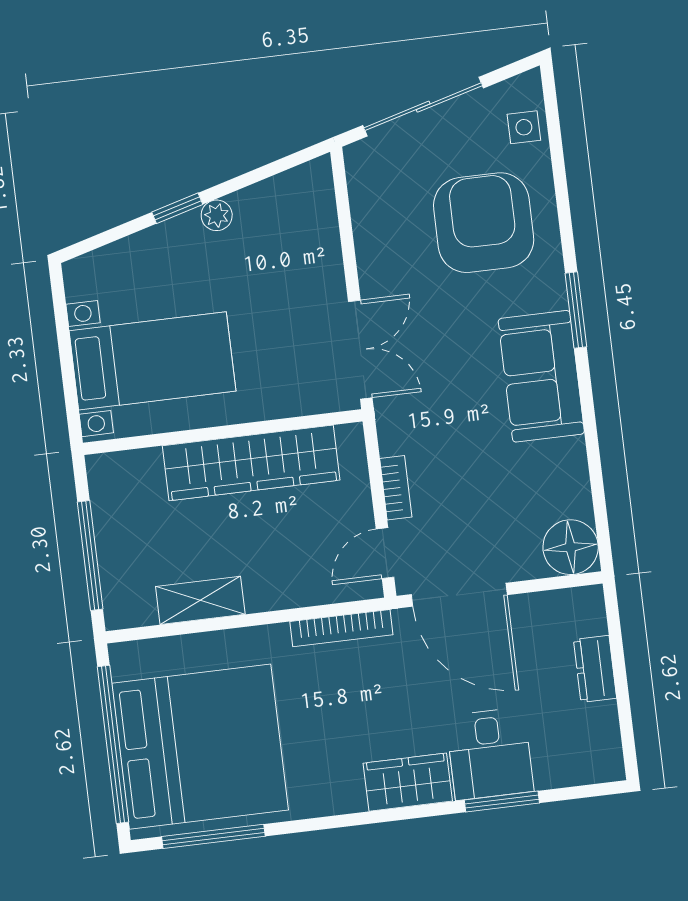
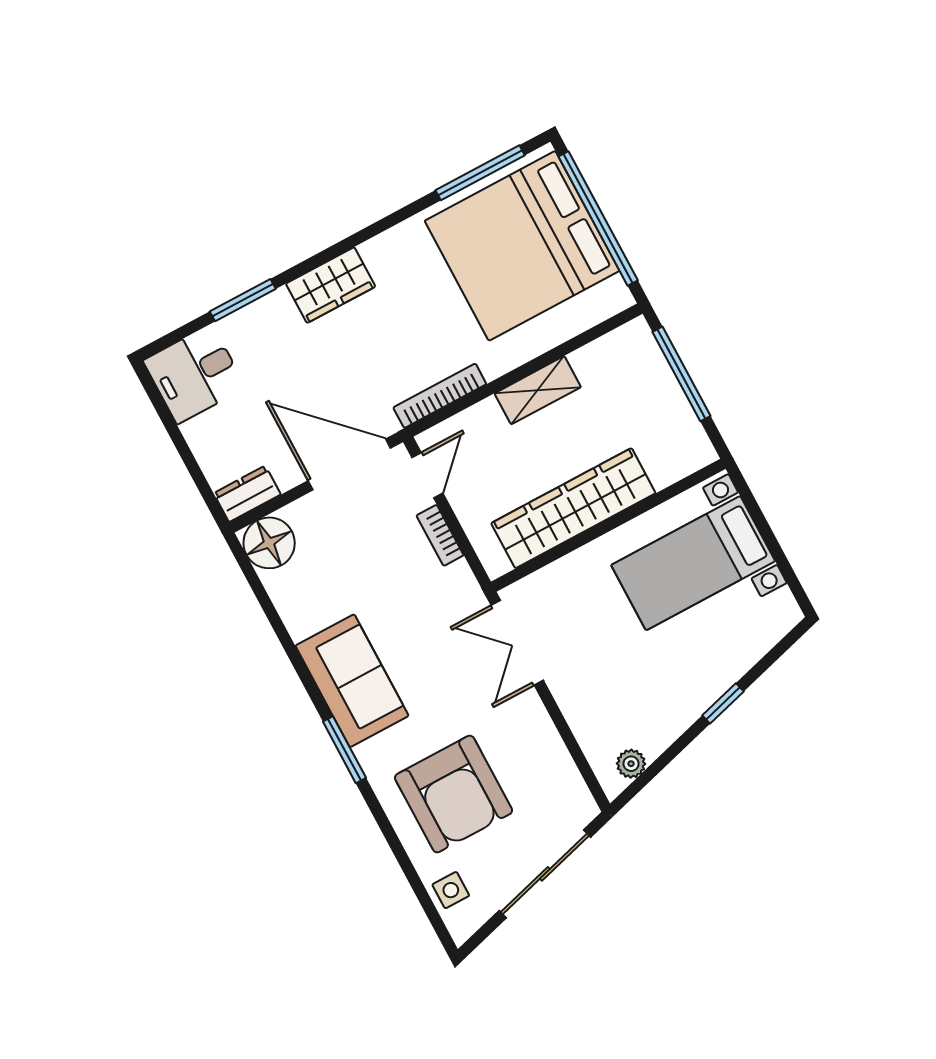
plant: (217, 215) -> (631, 764), moved
shelving: (200, 600) -> (538, 390), moved
dresser: (595, 669) -> (247, 494), moved, turned -90
desk: (490, 754) -> (194, 374), moved, turned -90

